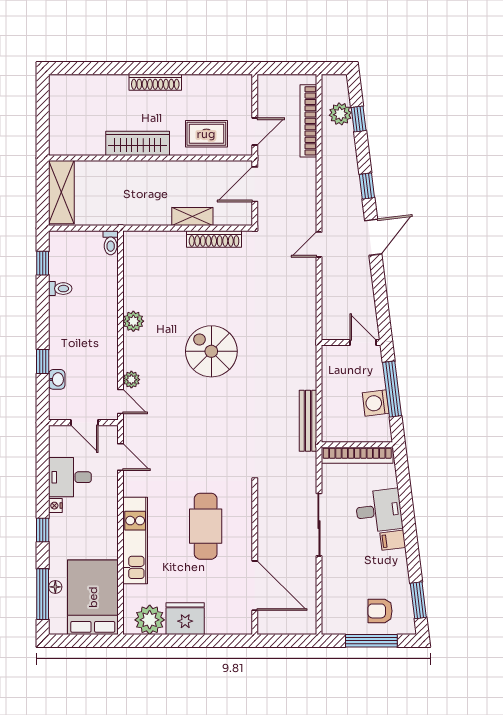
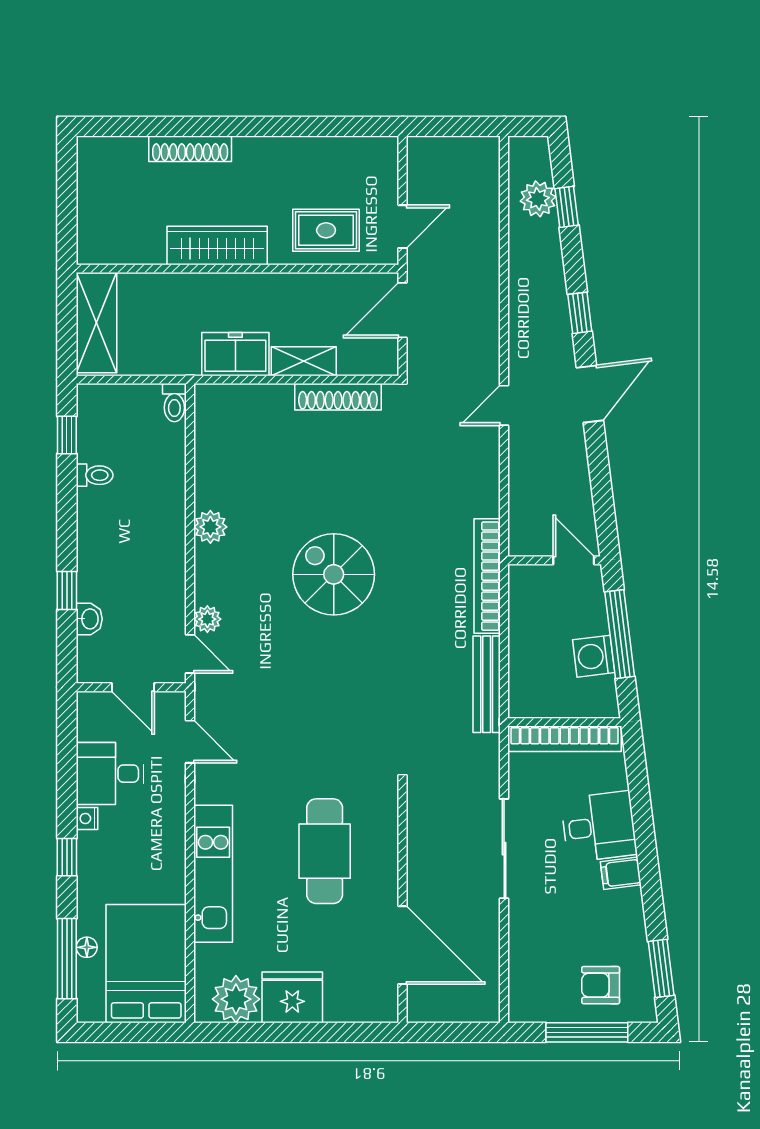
shoe rack: (155, 82) -> (190, 149), moved
bookcase: (308, 121) -> (487, 576), moved
freezer: (149, 212) -> (235, 354), added

